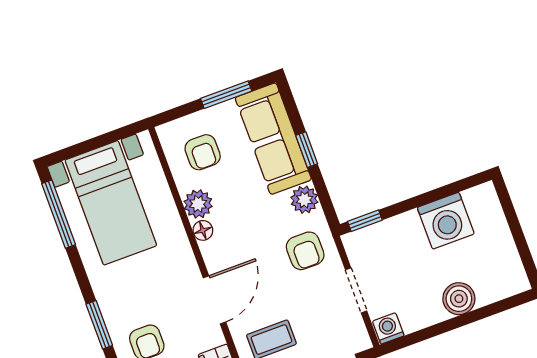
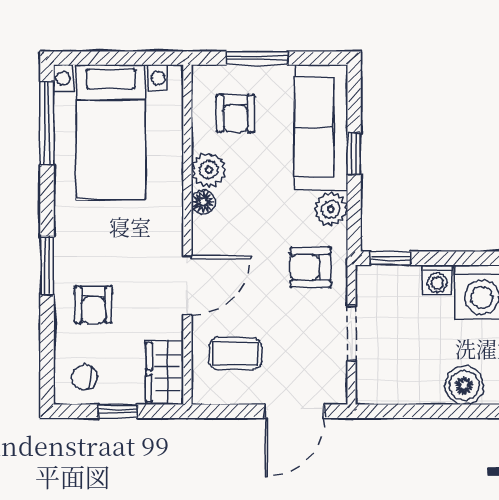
window: (226, 95) -> (257, 58), moved
armchair: (305, 251) -> (310, 267), turned 90
washing machine: (388, 328) -> (437, 280), moved, turned 180

